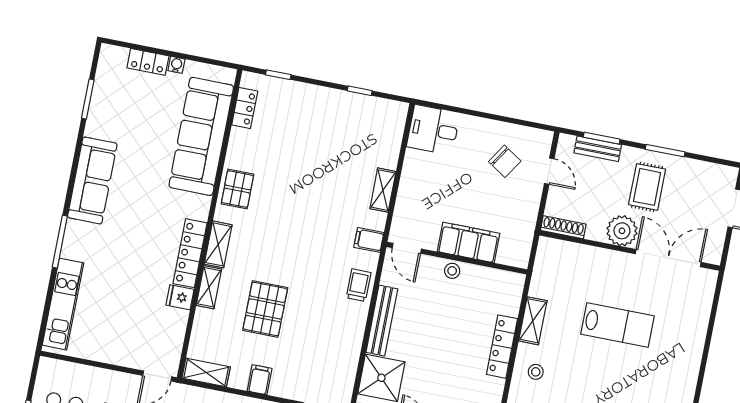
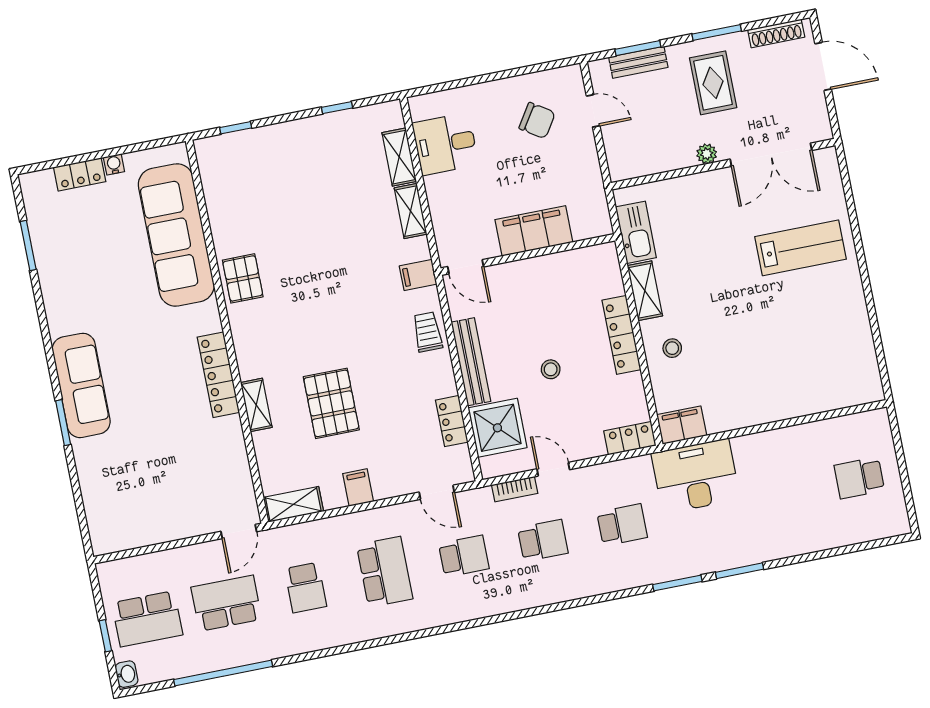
locker: (245, 108) -> (452, 421), moved, turned 180
desk: (433, 130) -> (445, 144), moved
sofa: (92, 180) -> (81, 385), moved
shoe rack: (563, 227) -> (776, 33), moved, turned 180
plant: (622, 231) -> (707, 154), width x0.53, depth x0.53
window: (60, 242) -> (63, 423), width x0.69
shelving: (218, 244) -> (399, 157), moved
double door: (668, 258) -> (771, 155), swing flipped
stool: (452, 271) -> (551, 369), moved
kitchen sink: (544, 275) -> (636, 232), added
fridge: (180, 297) -> (228, 430), removed
kitchen unit: (63, 304) -> (96, 493), removed
lab bench: (617, 325) -> (801, 248), moved

